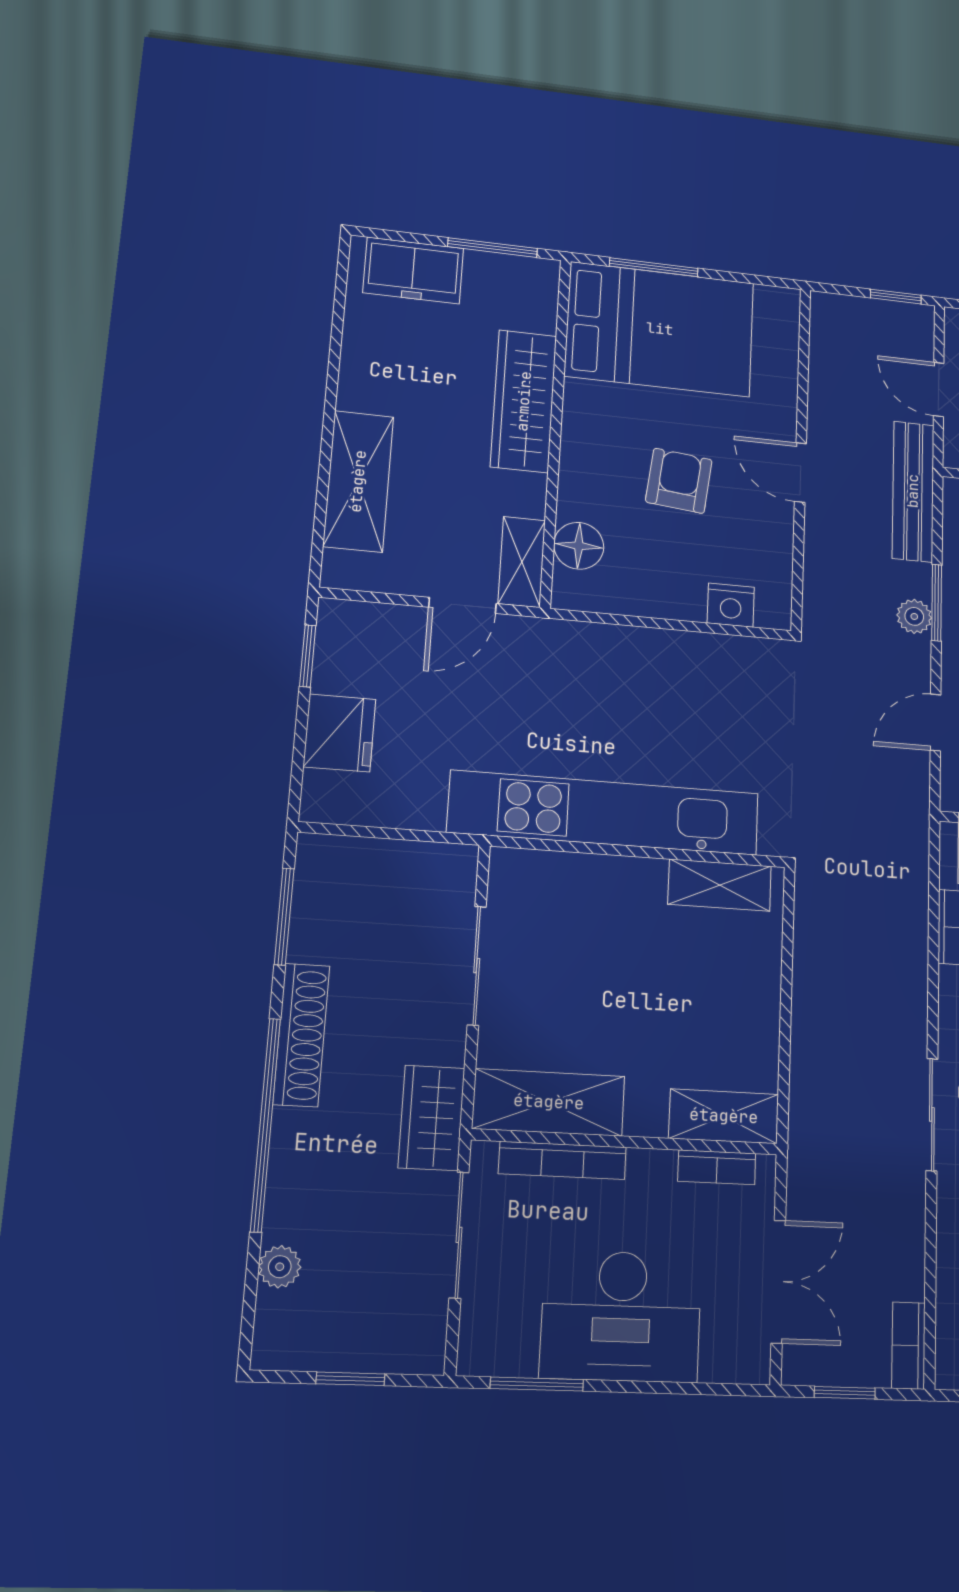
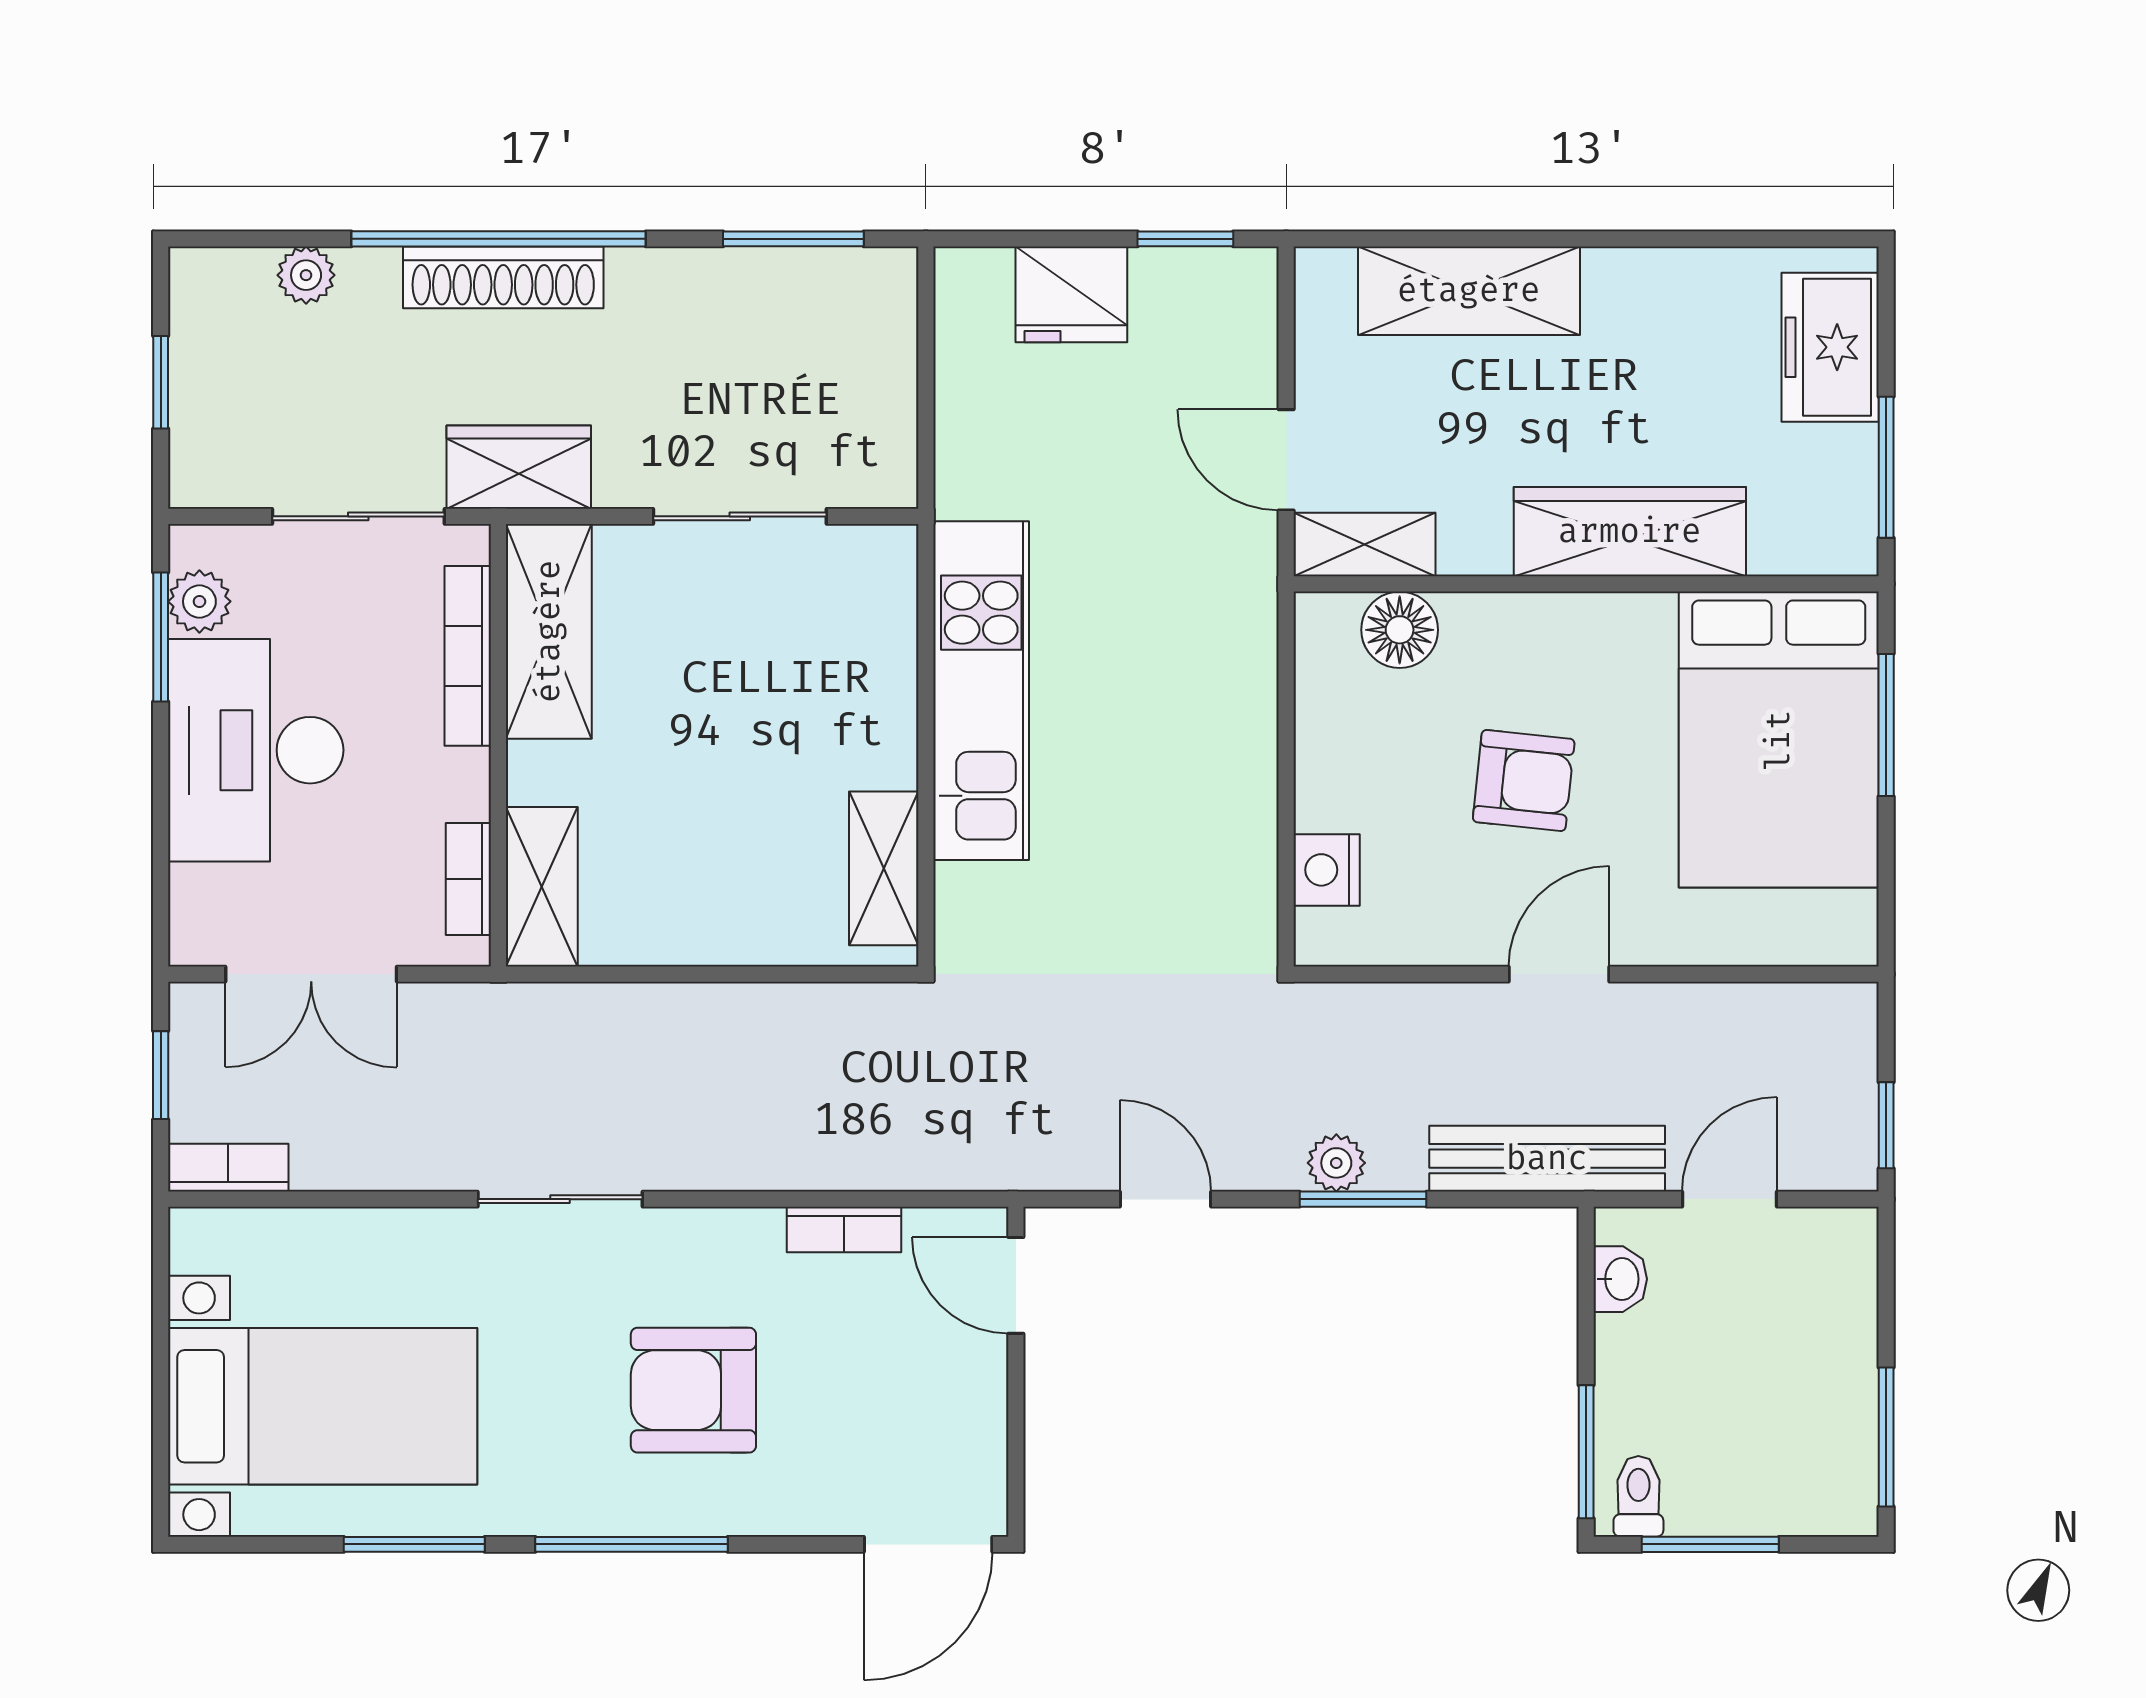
kitchen unit: (605, 813) -> (981, 691), width x0.73
shoe rack: (301, 1035) -> (503, 277), moved
plant: (513, 1354) -> (199, 601), added

